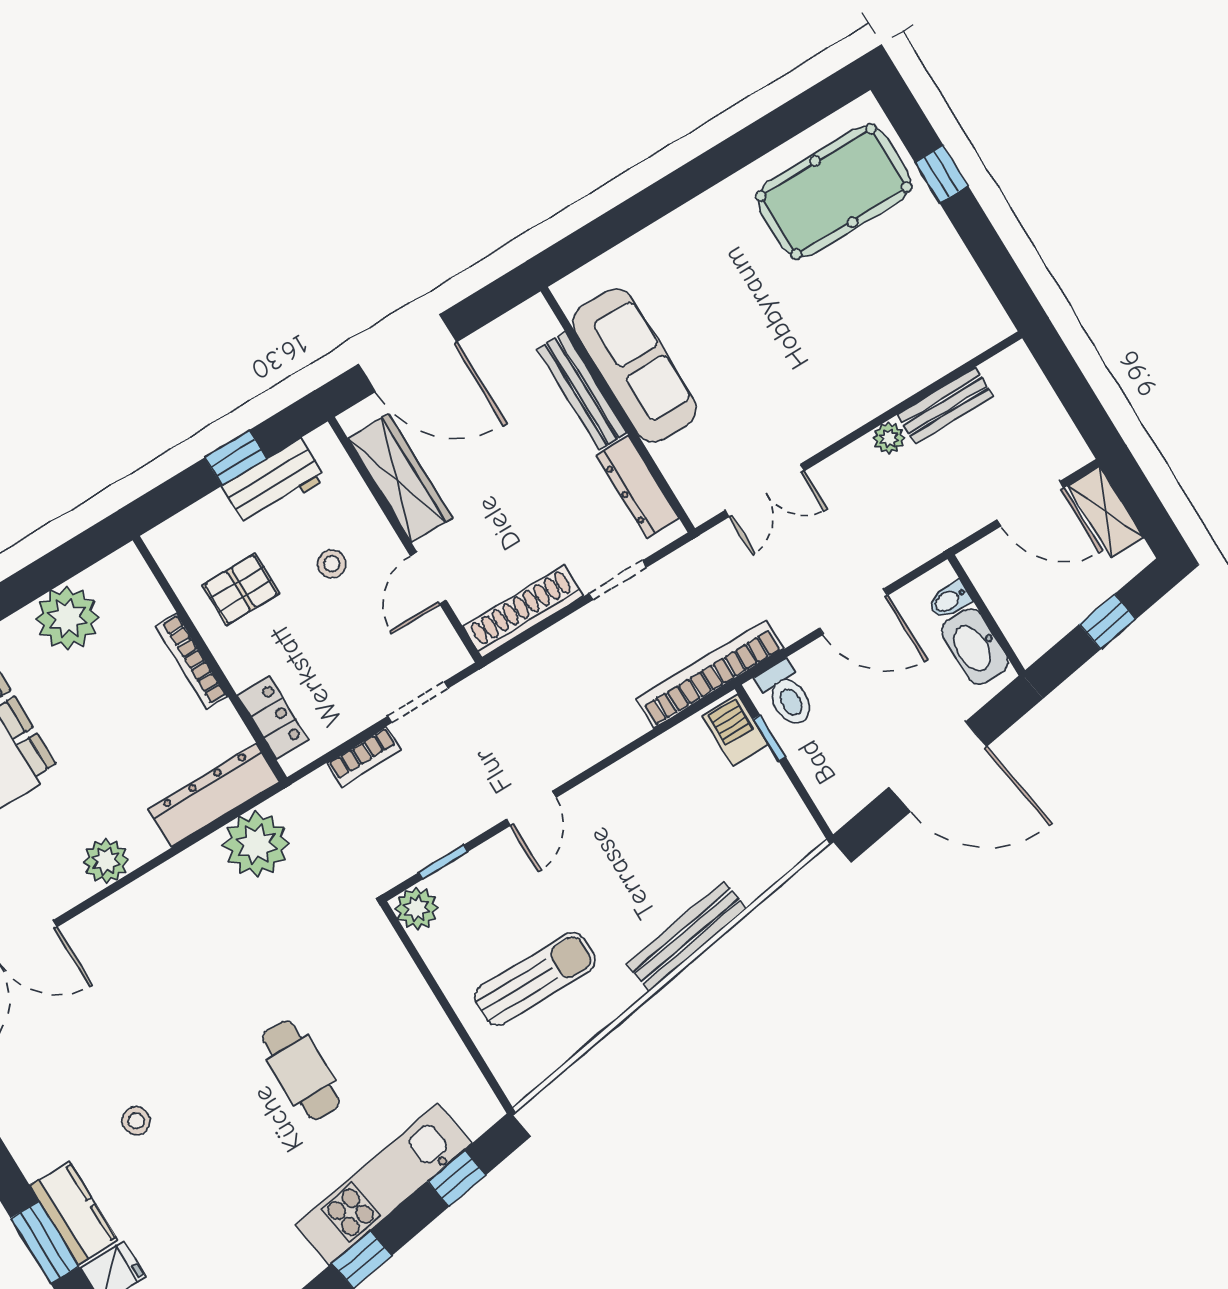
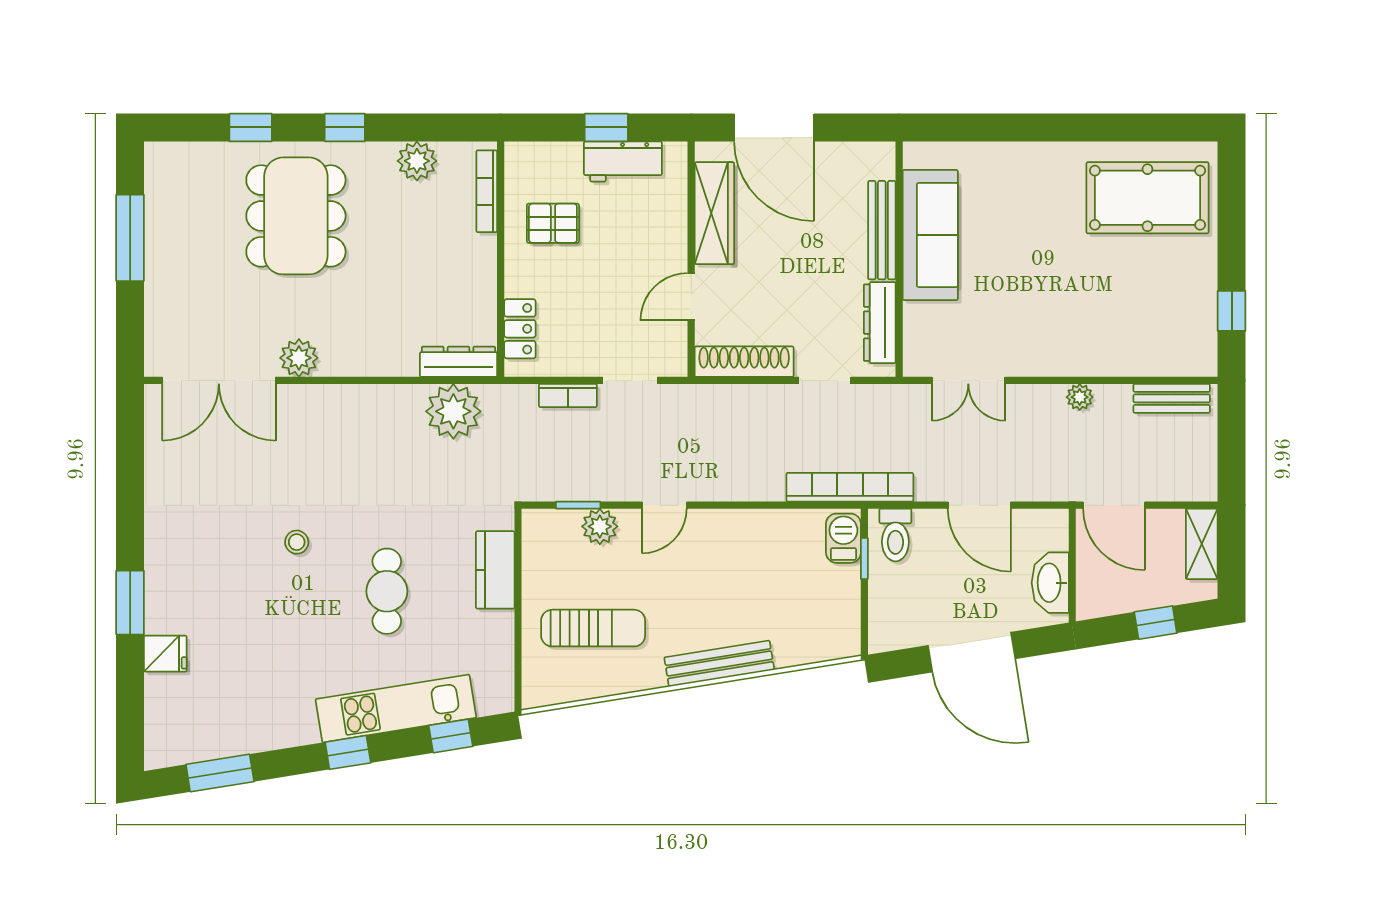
window: (941, 174) -> (1232, 311), moved
bench: (945, 406) -> (1172, 398), moved
door: (1030, 504) -> (1114, 505), moved
stool: (332, 564) -> (629, 245), removed
bidet: (949, 600) -> (1052, 538), removed
plant: (67, 618) -> (417, 161), width x0.73, depth x0.73
bookcase: (192, 661) -> (487, 191), moved
dresser: (214, 795) -> (459, 362), width x0.73, depth x0.80
plant: (106, 861) -> (299, 358), moved
plant: (417, 908) -> (600, 526), moved
stool: (136, 1121) -> (297, 542), moved
kitchen counter: (74, 1213) -> (495, 570), moved, turned 180

